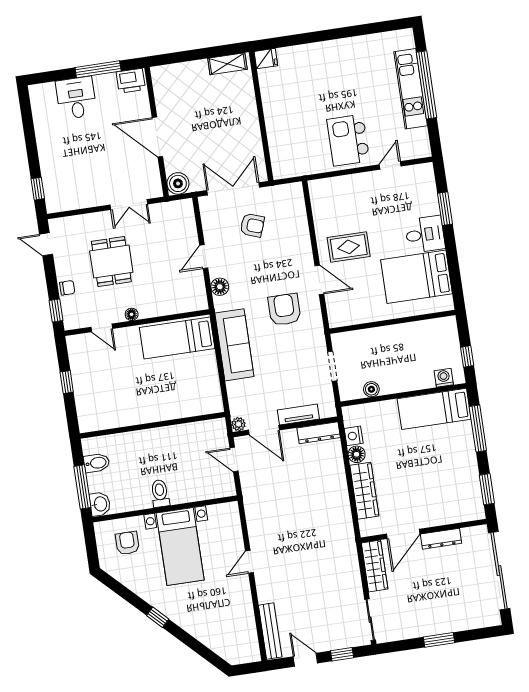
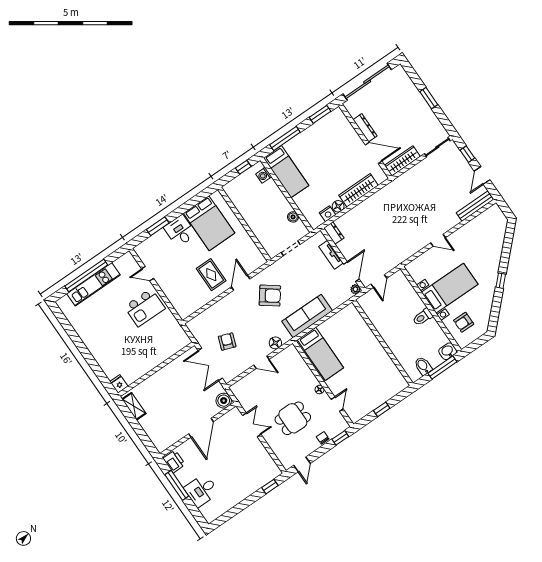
armchair: (284, 310) -> (270, 296), turned -143
dresser: (319, 433) -> (334, 233), width x0.70

